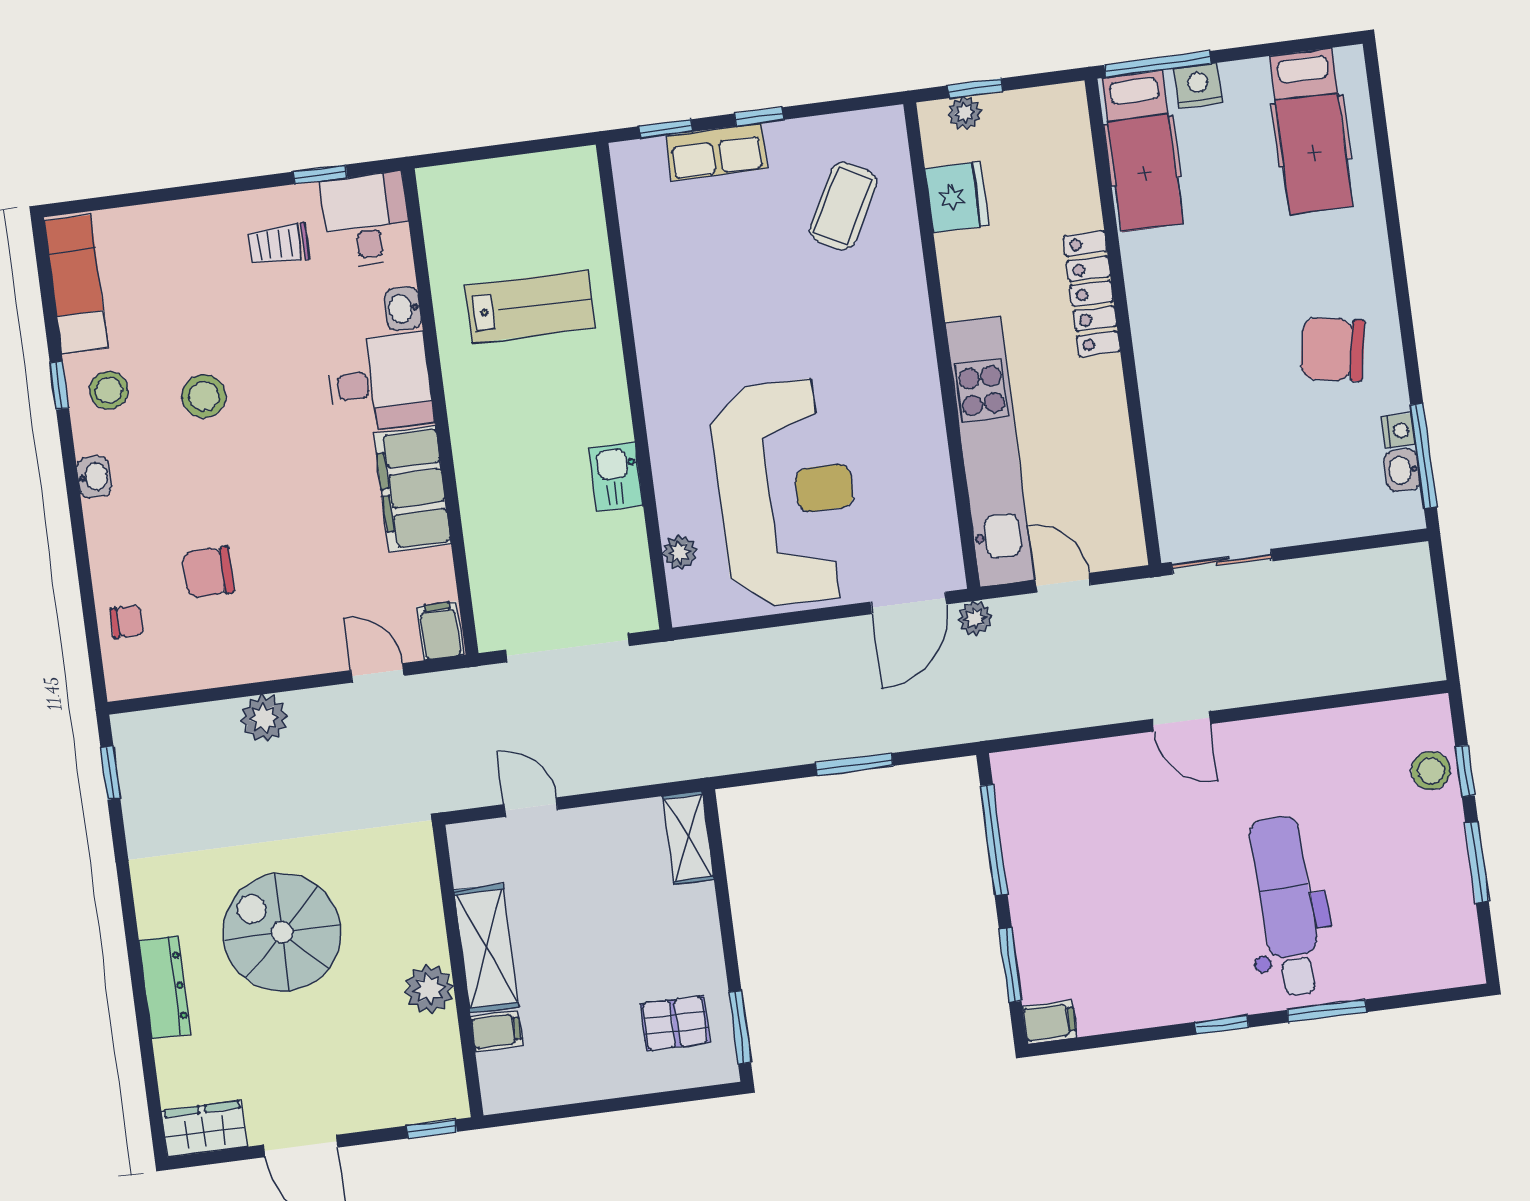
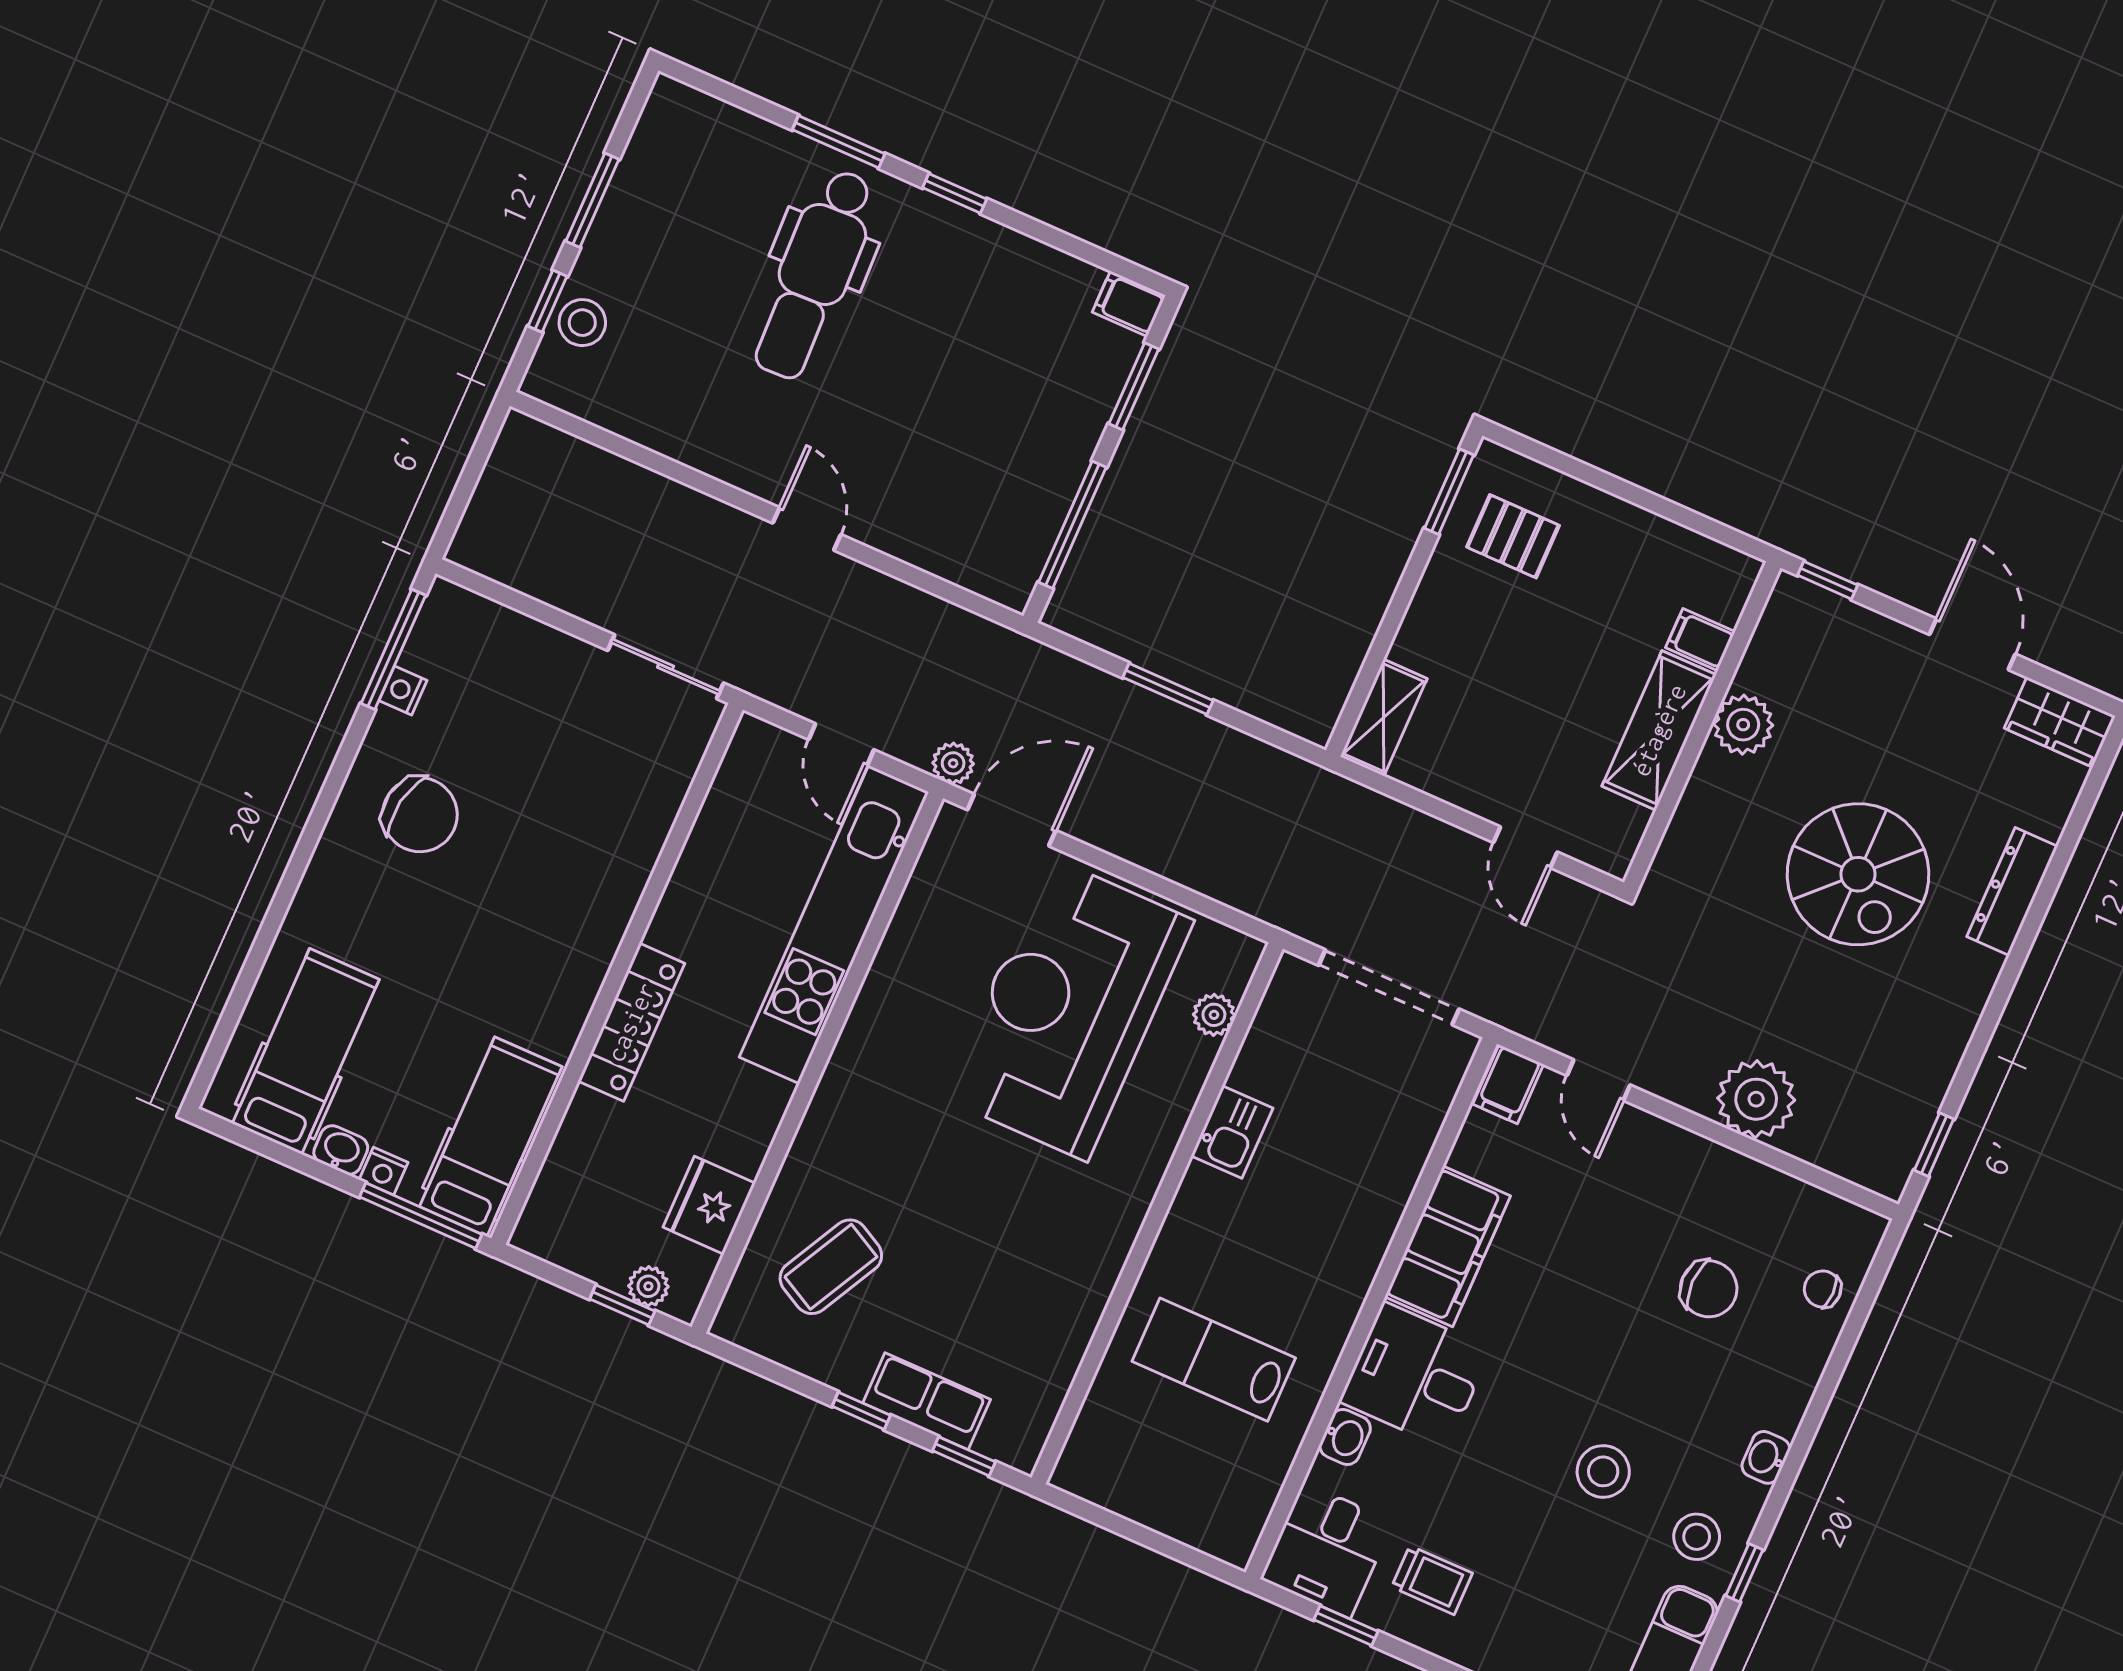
nightstand: (1198, 86) -> (384, 1171), width x0.72, depth x0.74
washbasin: (1402, 470) -> (341, 1150), moved, turned -90
plant: (264, 718) -> (1756, 1099), width x1.36, depth x1.36

